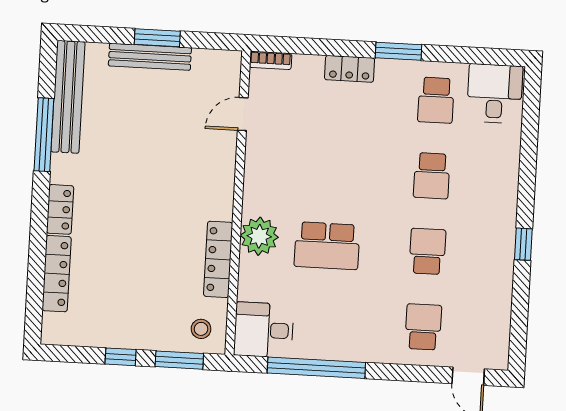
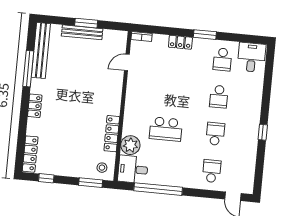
plant: (259, 236) -> (130, 145), moved
locker: (57, 274) -> (30, 154), moved
window: (121, 357) -> (46, 178), moved

